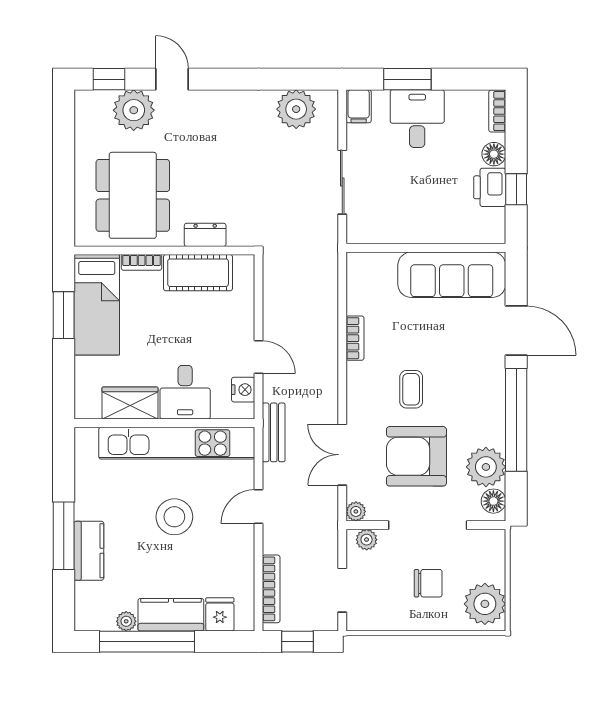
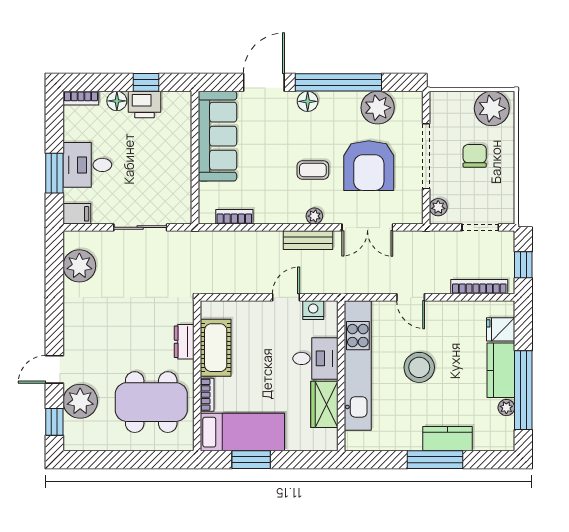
bookcase: (355, 338) -> (234, 217), moved
bench: (274, 432) -> (308, 240), moved
floor lamp: (493, 501) -> (308, 101), moved
plant: (356, 511) -> (314, 216), moved

